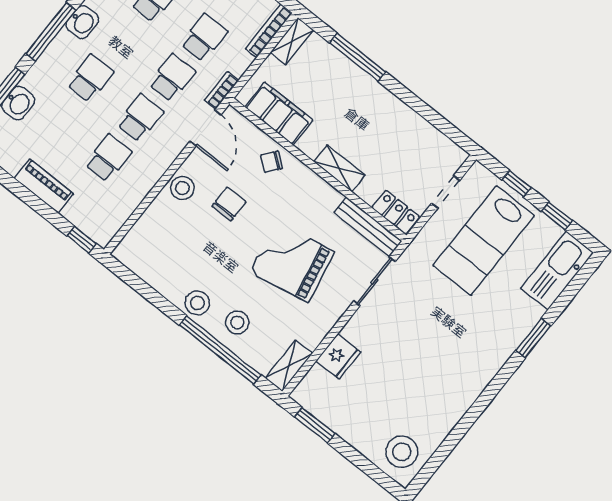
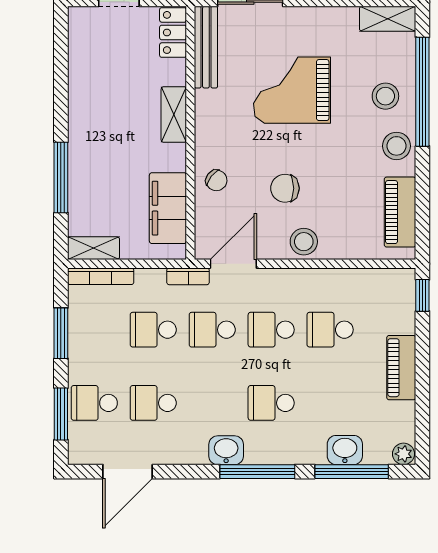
grand piano: (292, 262) -> (292, 90), turned 101
piano: (150, 270) -> (400, 212), added

